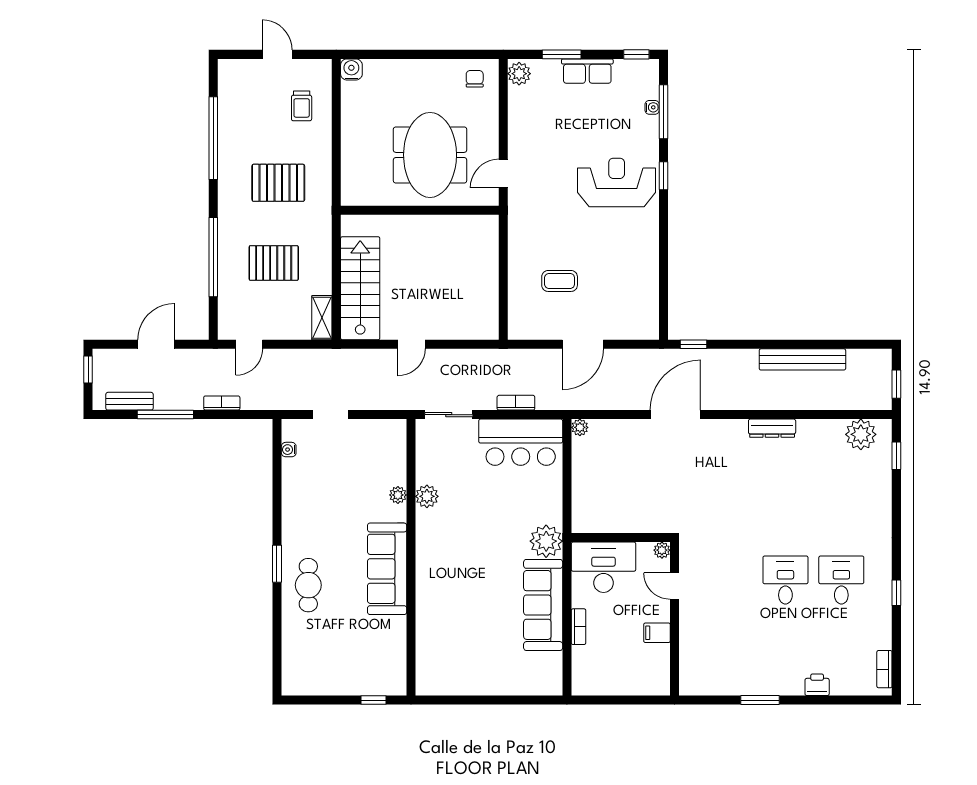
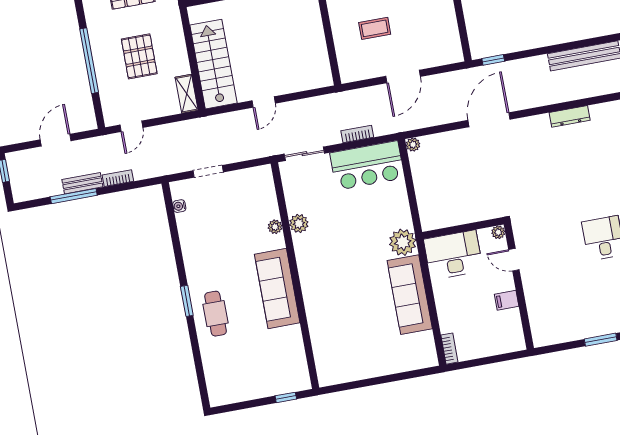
pallet: (274, 263) -> (139, 56), turned 90
bench: (129, 401) -> (82, 183), moved
bookcase: (578, 627) -> (449, 349), moved

